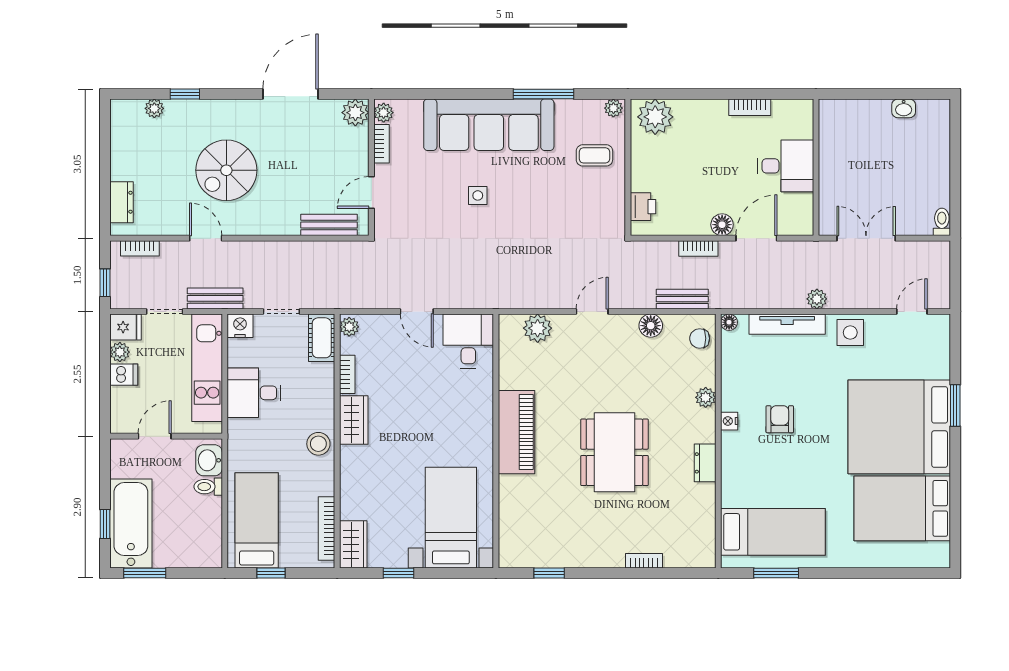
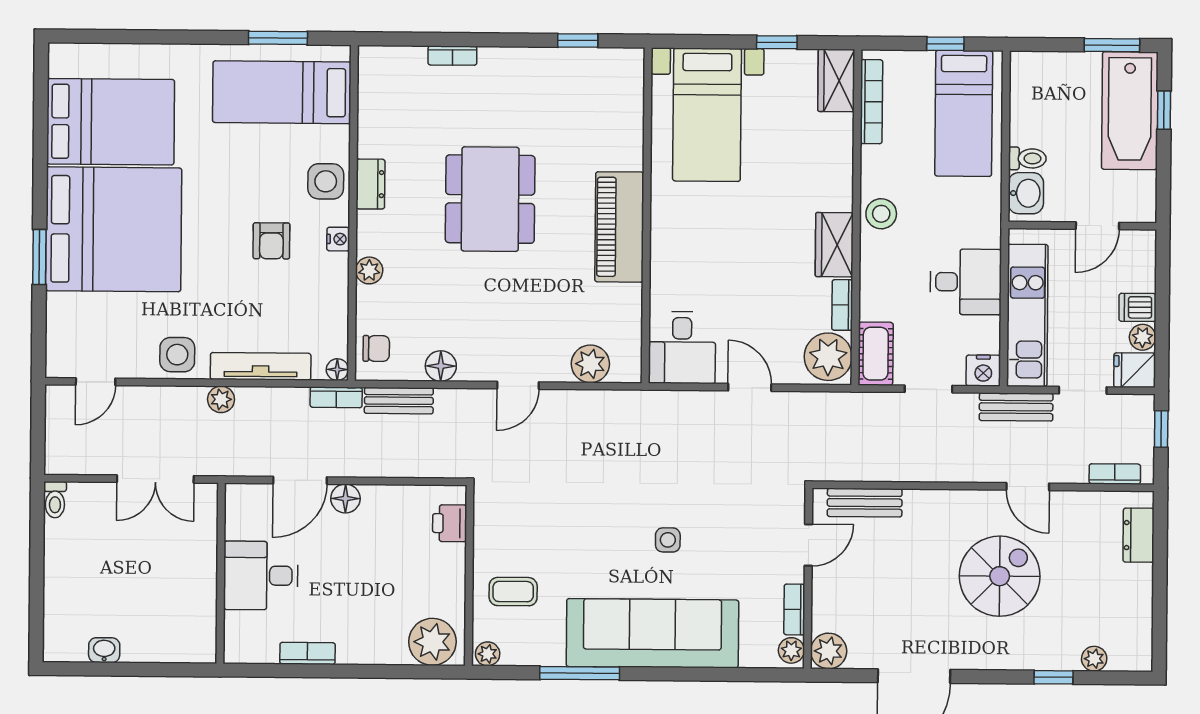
bookcase: (698, 248) -> (336, 397), moved, turned 180
plant: (349, 327) -> (828, 357), width x1.88, depth x1.88
side table: (739, 465) -> (326, 181), added

